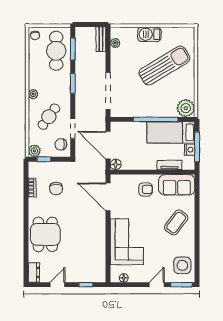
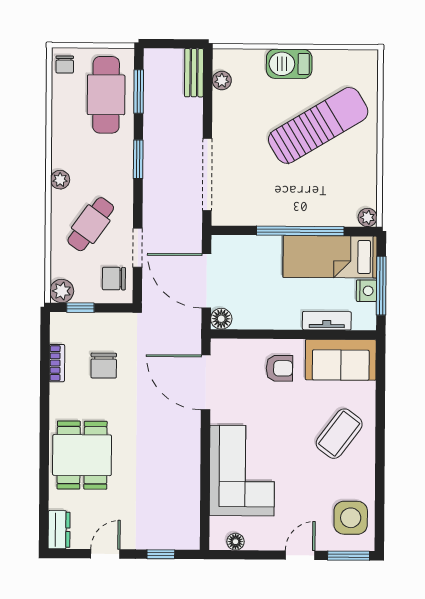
plant: (186, 108) -> (368, 217), width x0.53, depth x0.53

